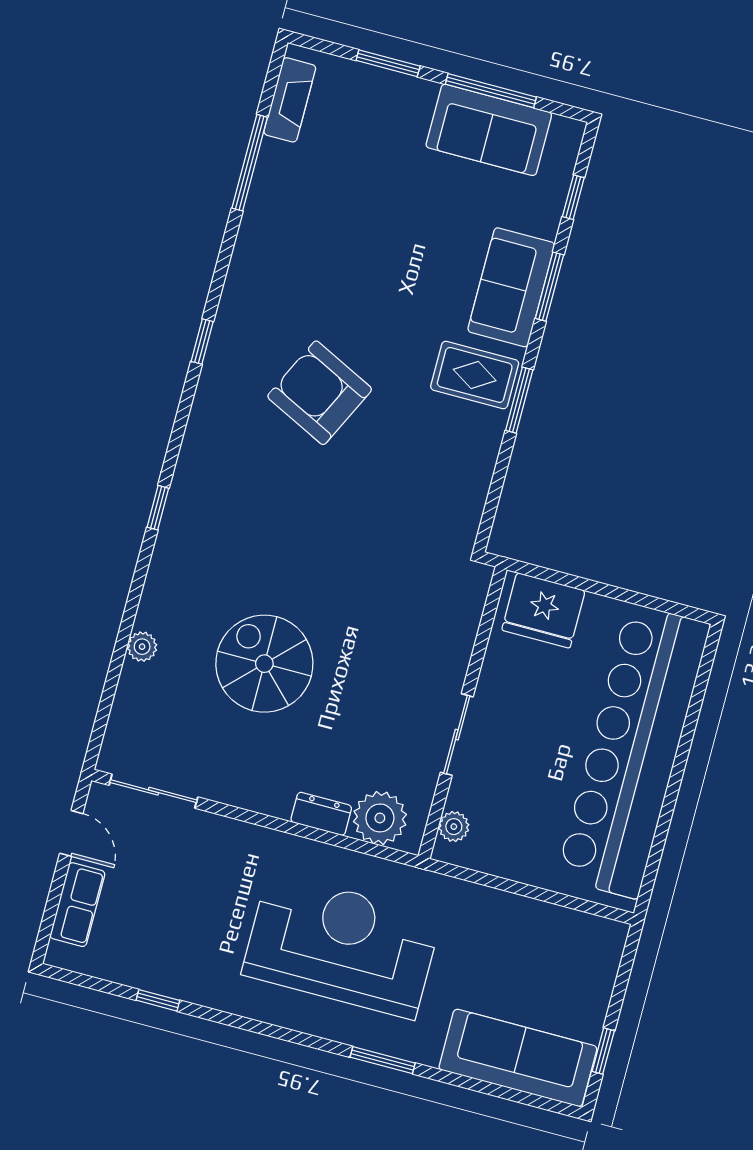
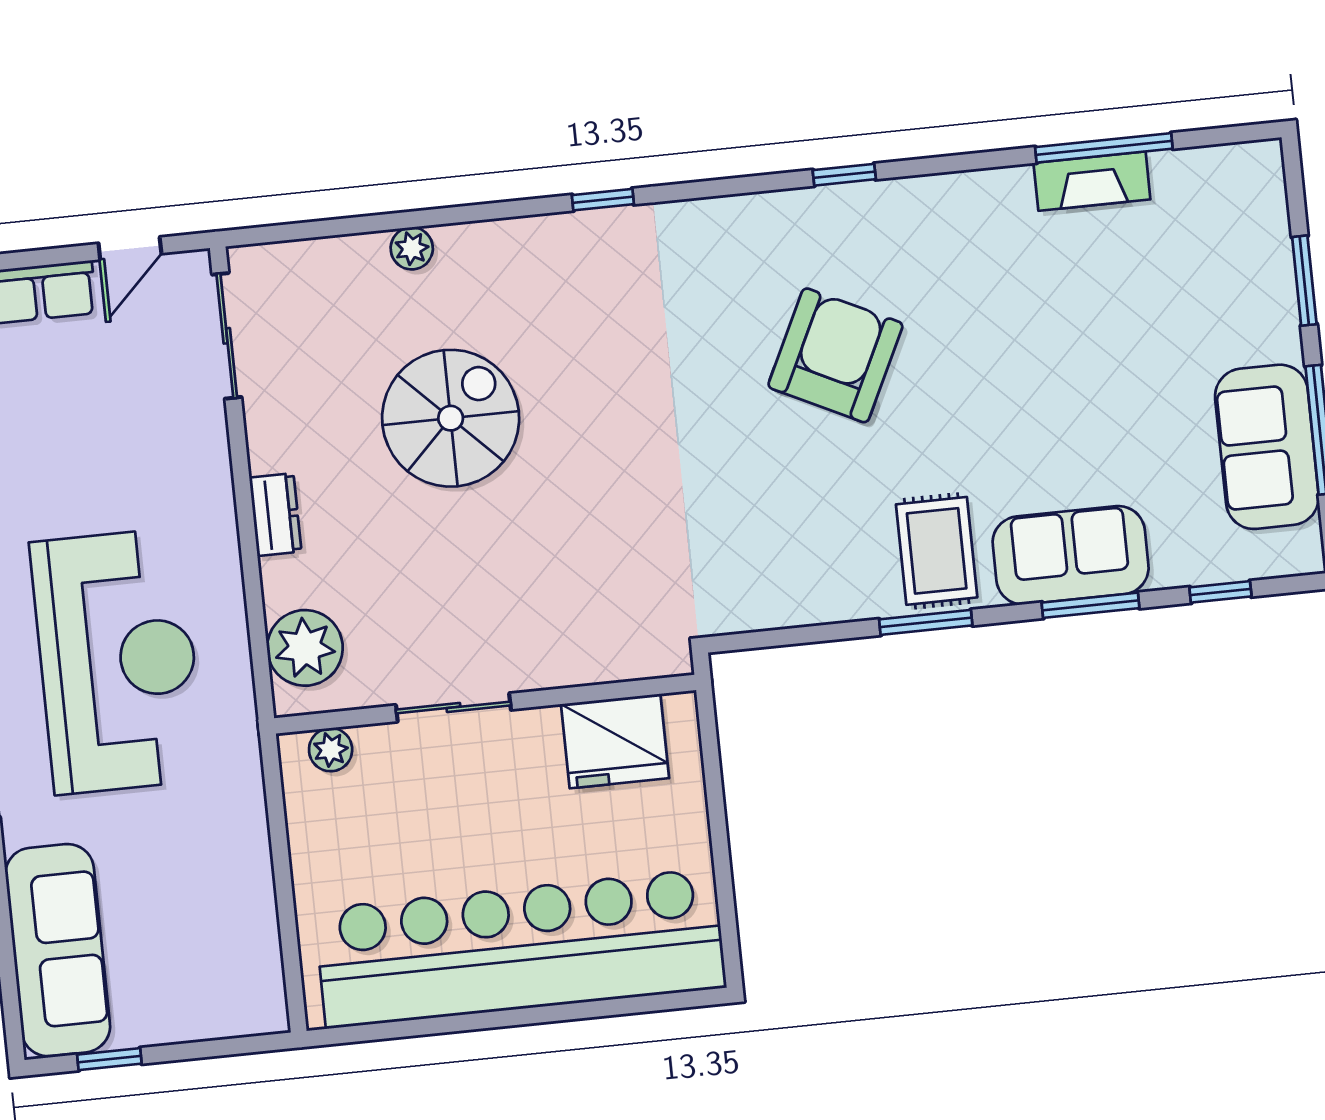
fireplace: (290, 100) -> (1092, 181), moved
fridge: (543, 610) -> (615, 741), moved, turned -90
dresser: (321, 814) -> (275, 515), moved

